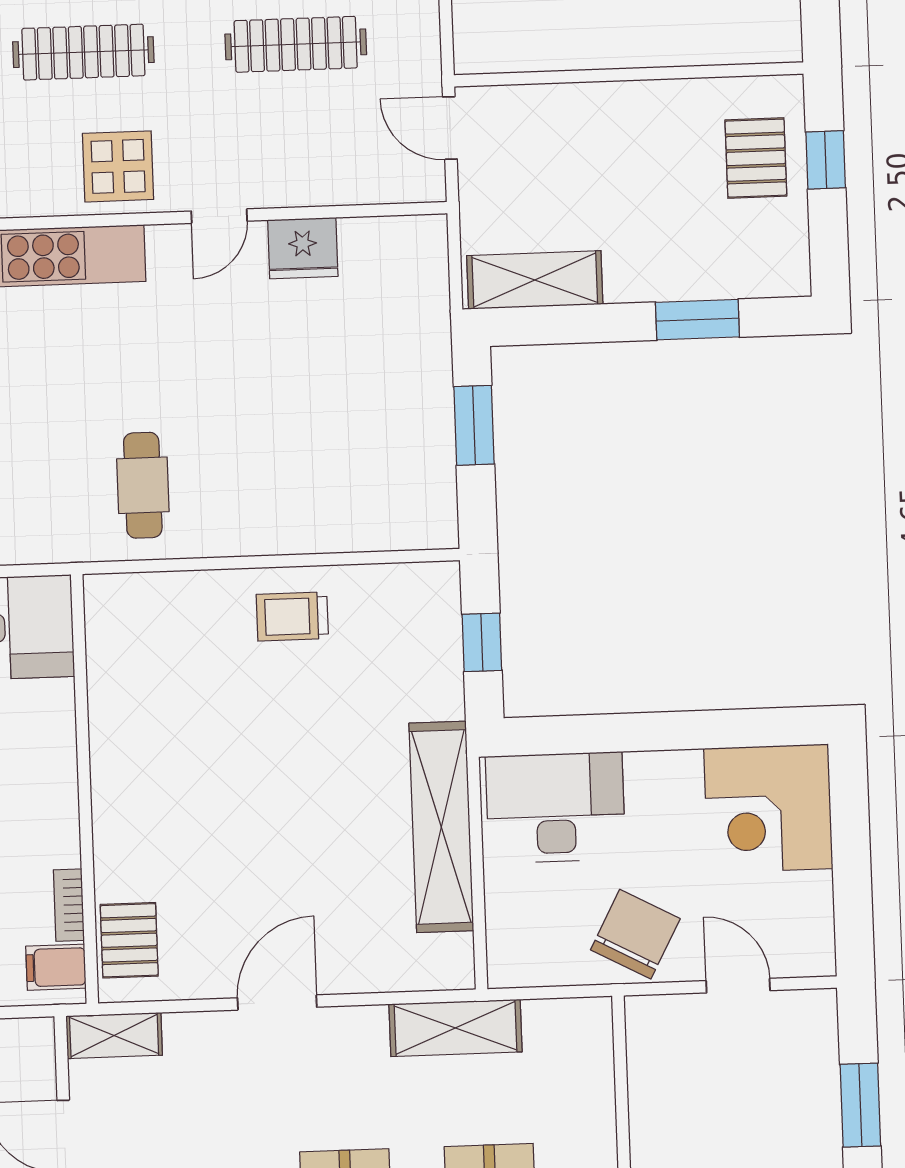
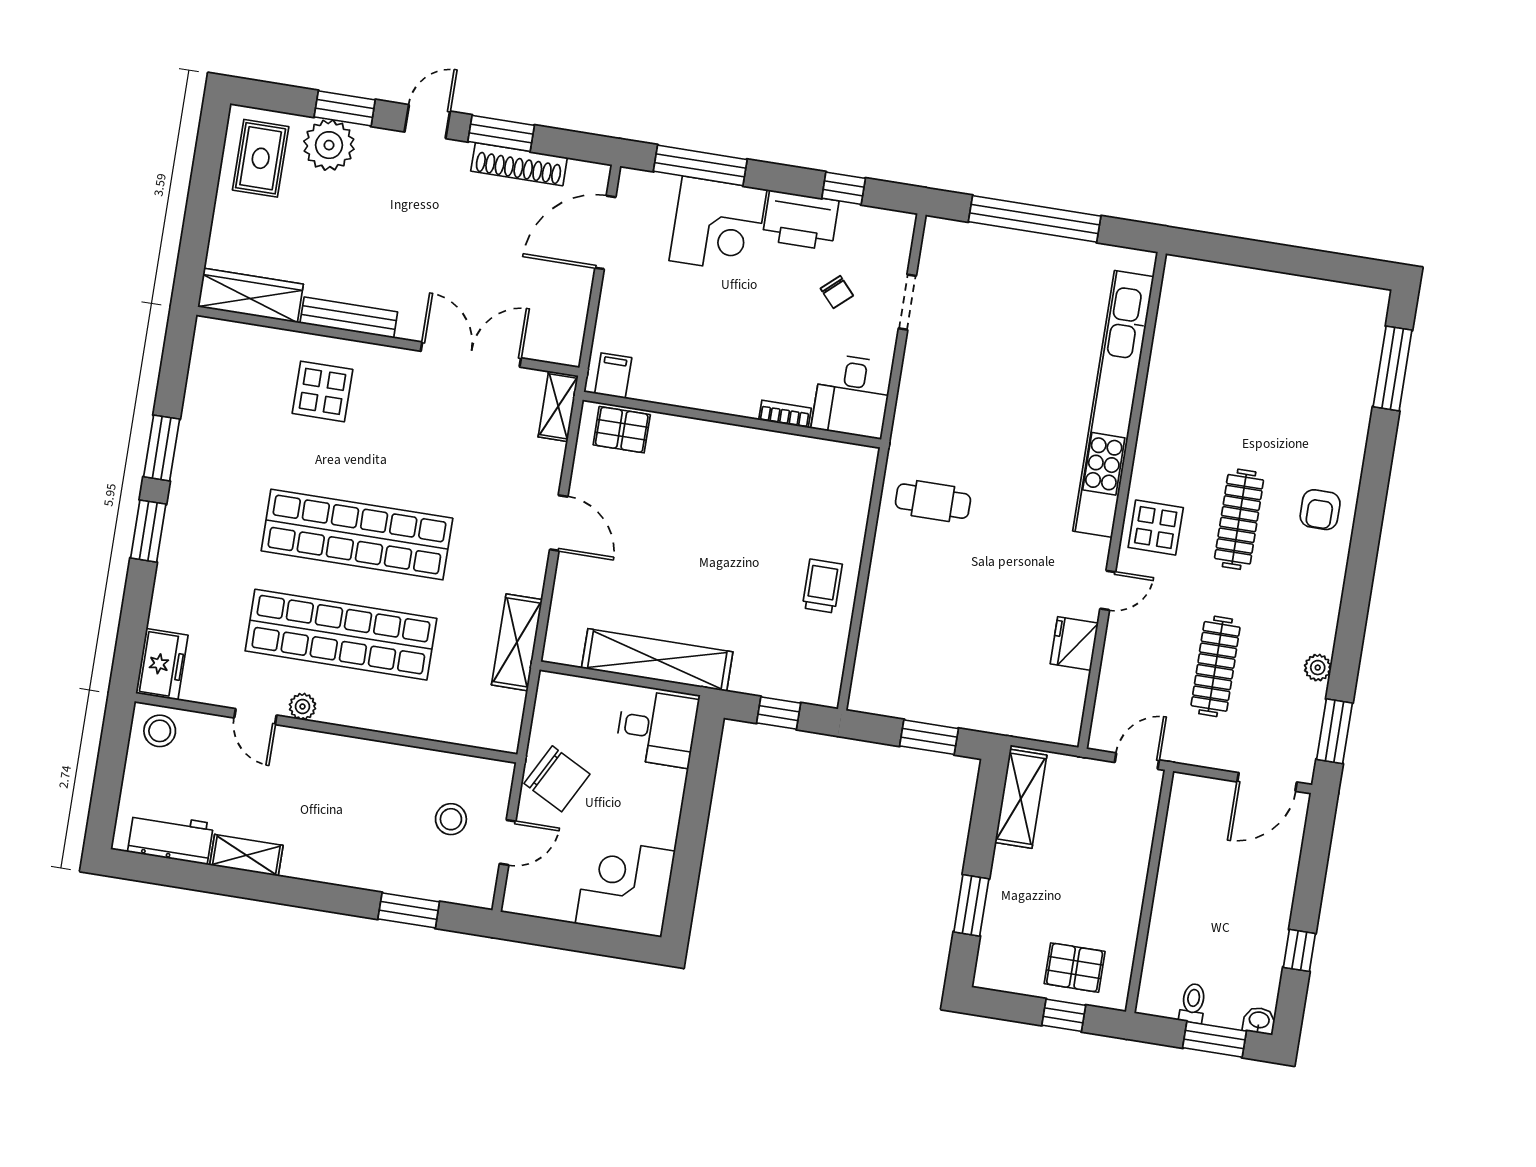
door: (219, 216) -> (1108, 590), swing flipped
desk: (556, 808) -> (657, 728), width x0.73
bookcase: (69, 905) -> (785, 414), moved
stool: (721, 1071) -> (451, 819), added

